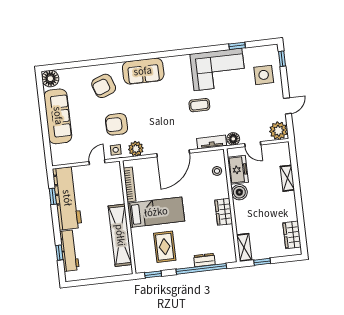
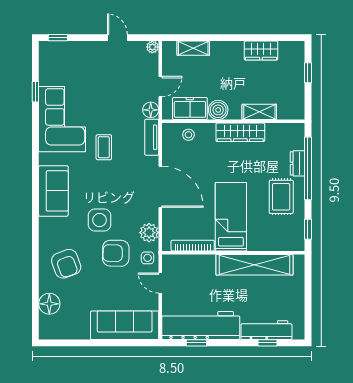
sofa: (143, 71) -> (53, 191), moved
side table: (264, 75) -> (100, 220), moved
floor lamp: (50, 79) -> (49, 304), moved
sofa: (58, 116) -> (125, 325), moved
armchair: (116, 124) -> (116, 253), turned 91
plant: (278, 131) -> (152, 47), width x0.53, depth x0.53
shelving: (287, 178) -> (193, 48), moved
wardrobe: (224, 212) -> (240, 132), width x1.50
wardrobe: (292, 235) -> (261, 51), moved
rug: (165, 247) -> (281, 197), moved, turned 90
shelving: (244, 247) -> (259, 112), moved
window: (262, 262) -> (308, 73), moved

